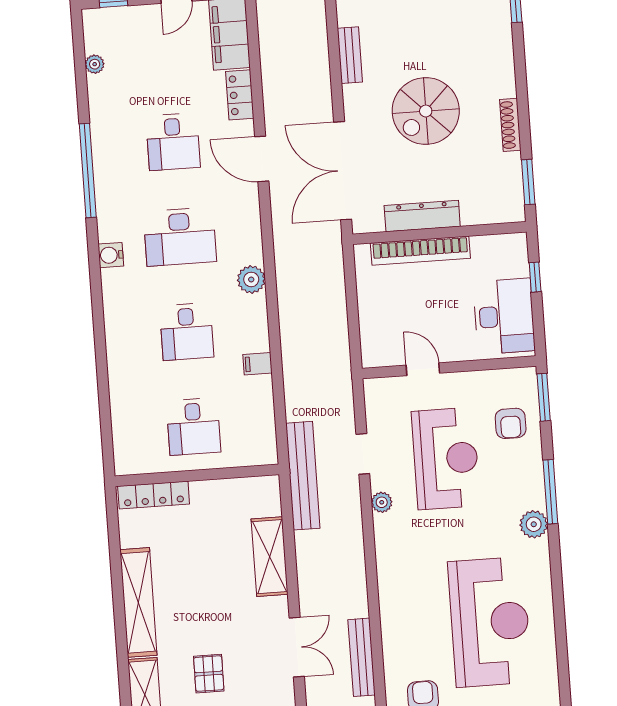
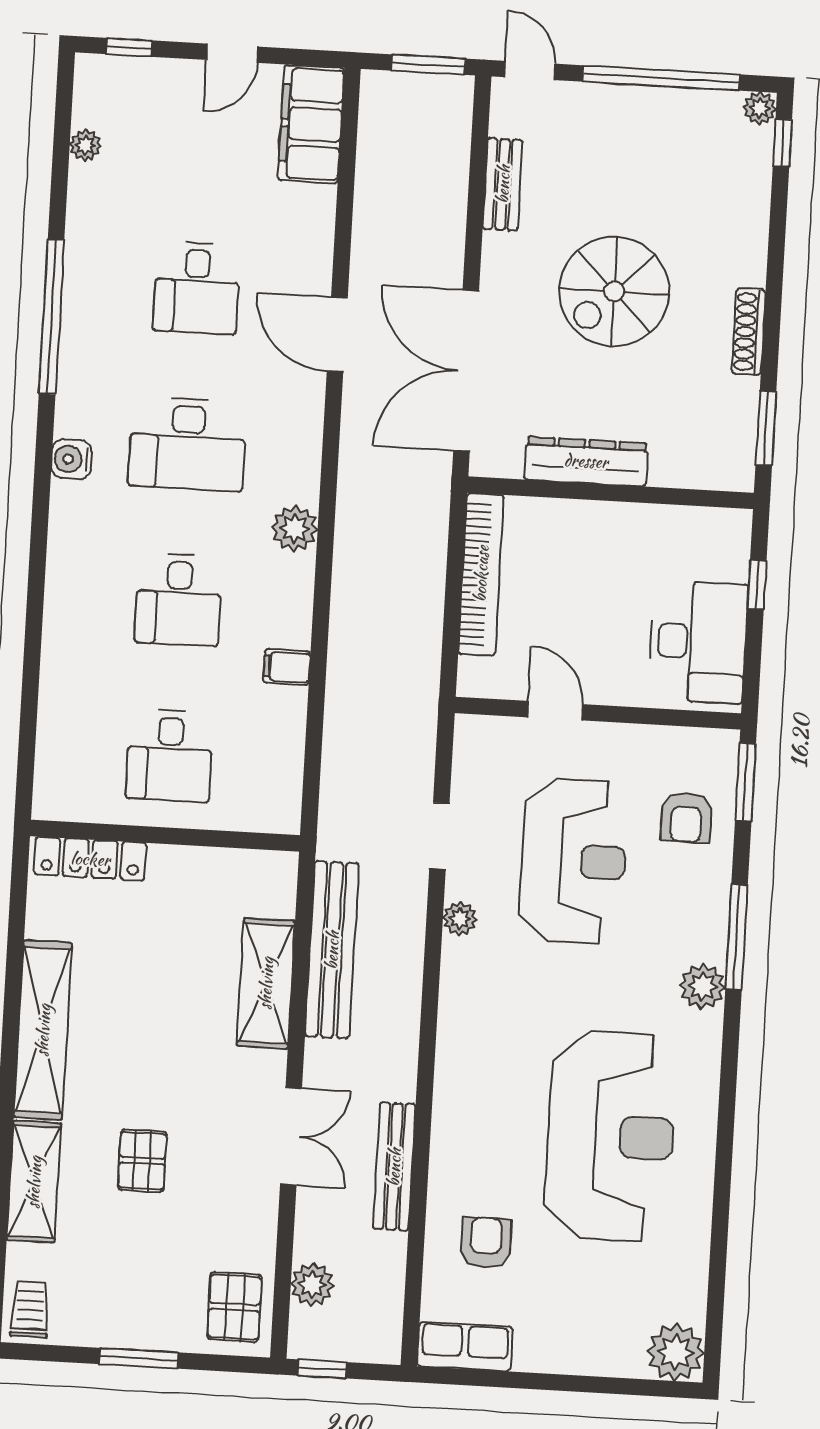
locker: (240, 95) -> (315, 226), removed
bookcase: (420, 251) -> (481, 574), moved, turned -90
bench: (303, 476) -> (332, 950), moved

